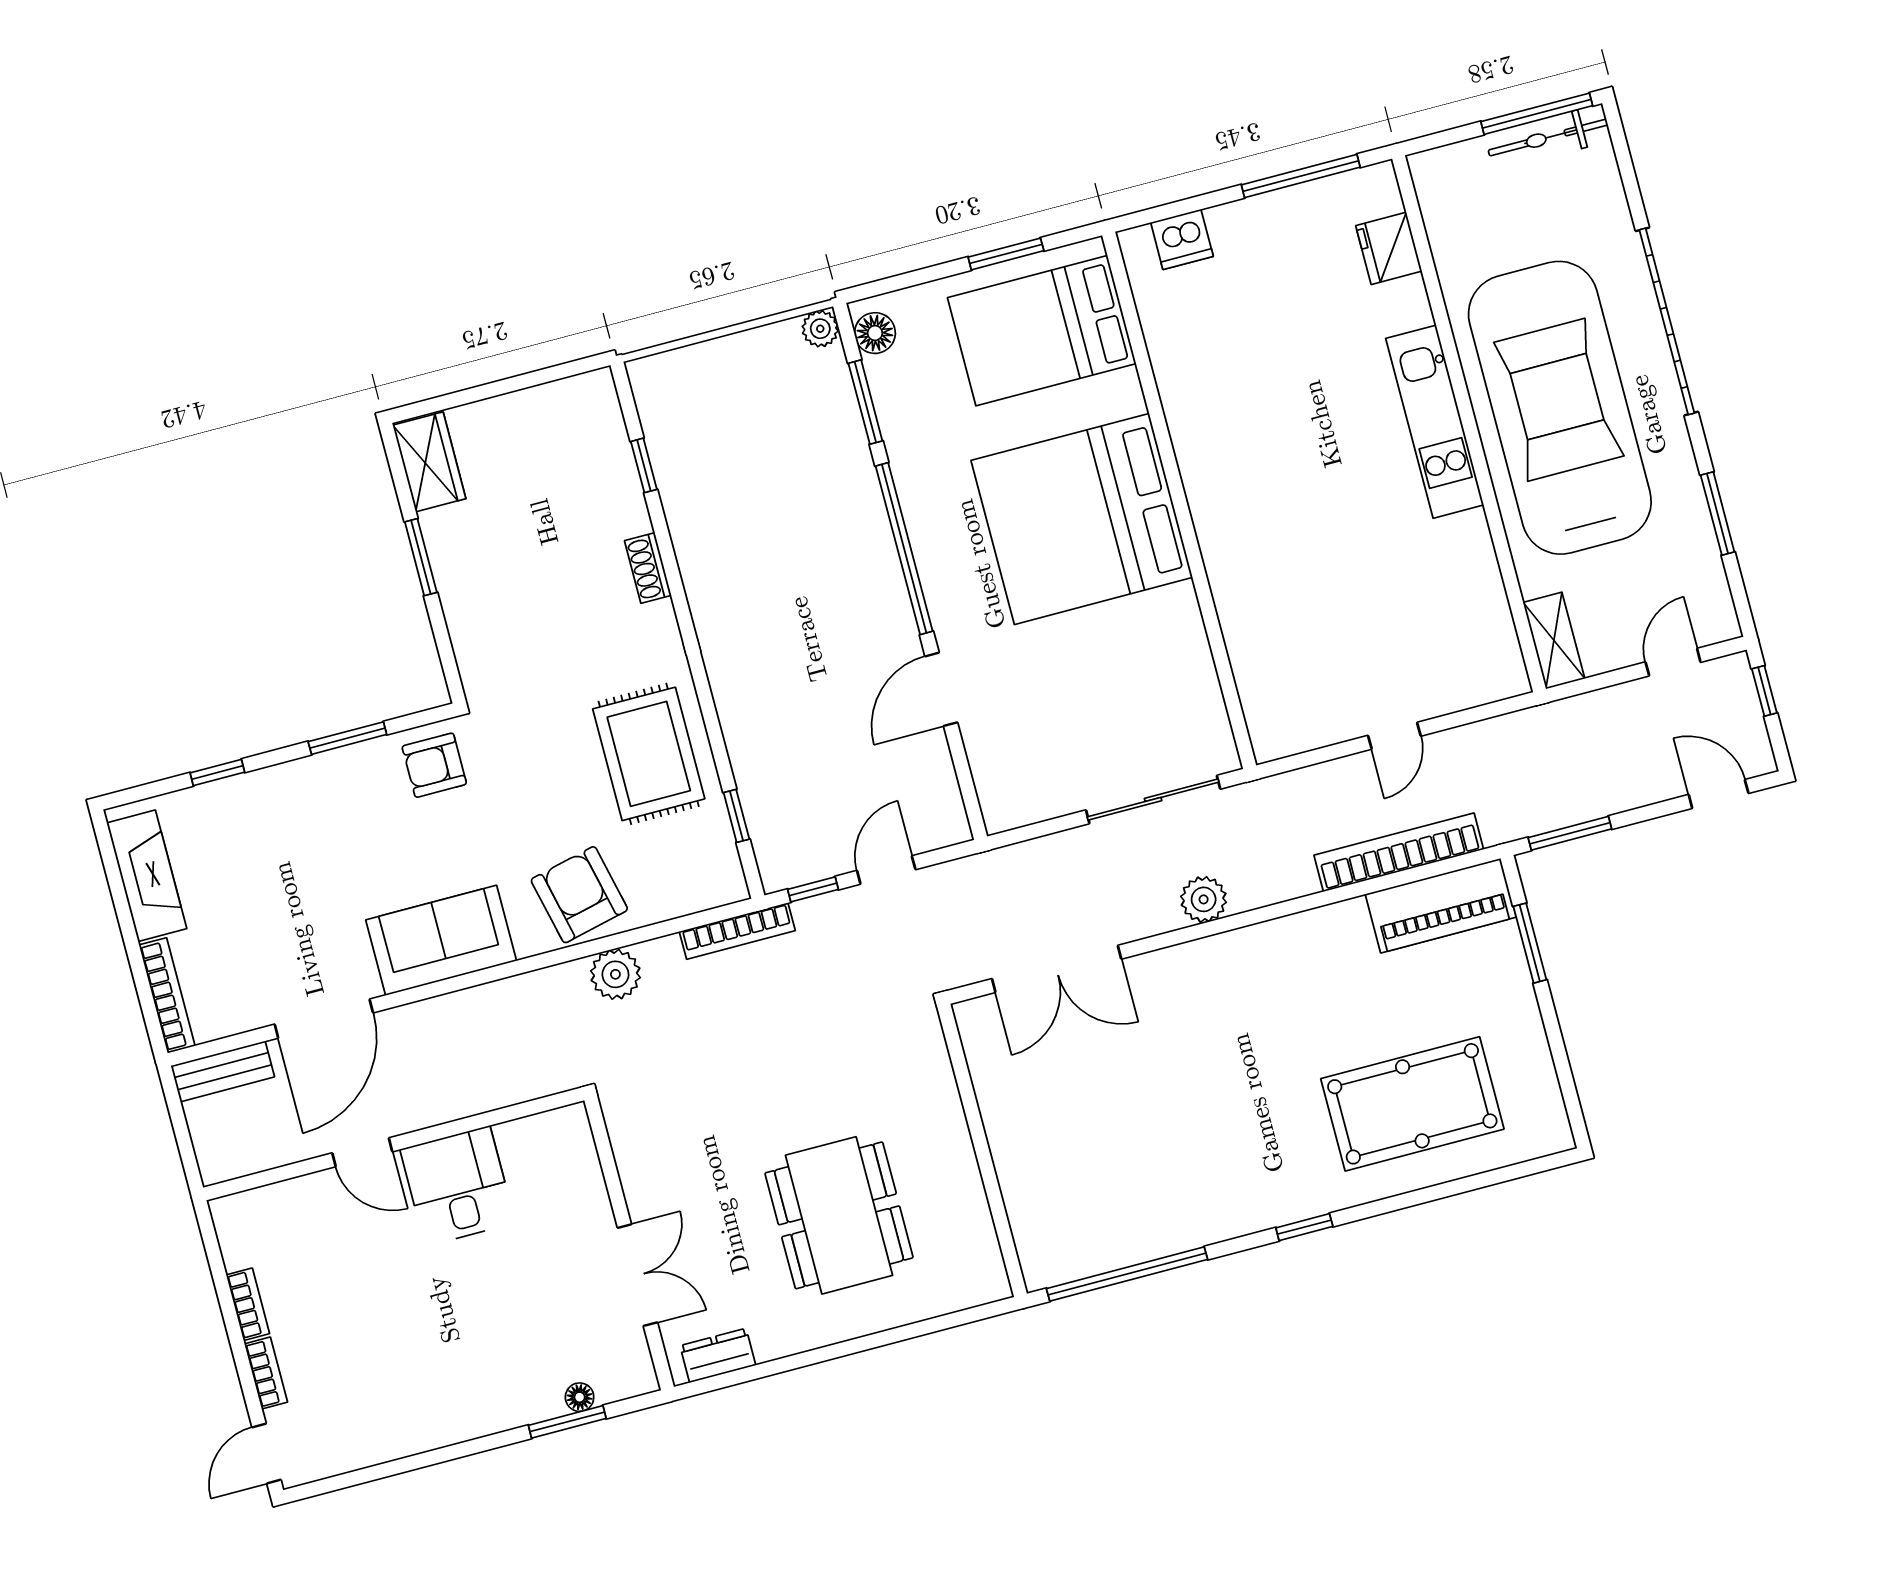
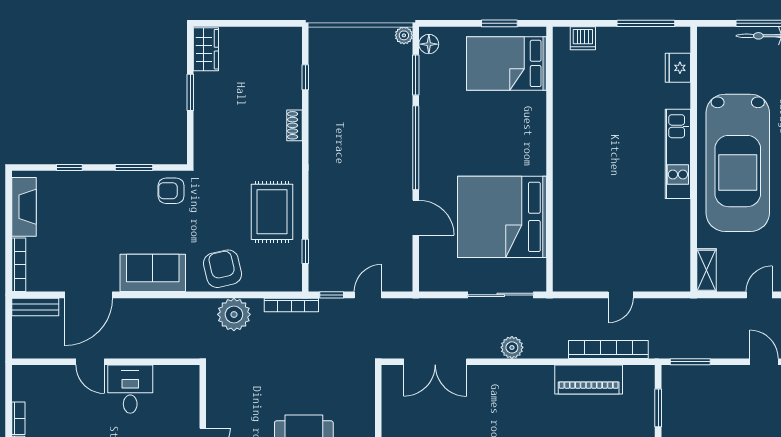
car: (1560, 408) -> (738, 163), turned 180
bed: (1082, 519) -> (502, 217), moved
door: (941, 689) -> (416, 218), swing flipped
piano: (1441, 906) -> (589, 379), moved
plant: (615, 974) -> (234, 314), width x1.36, depth x1.36

